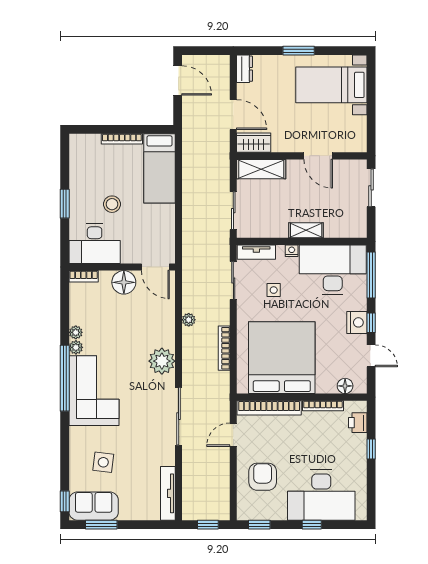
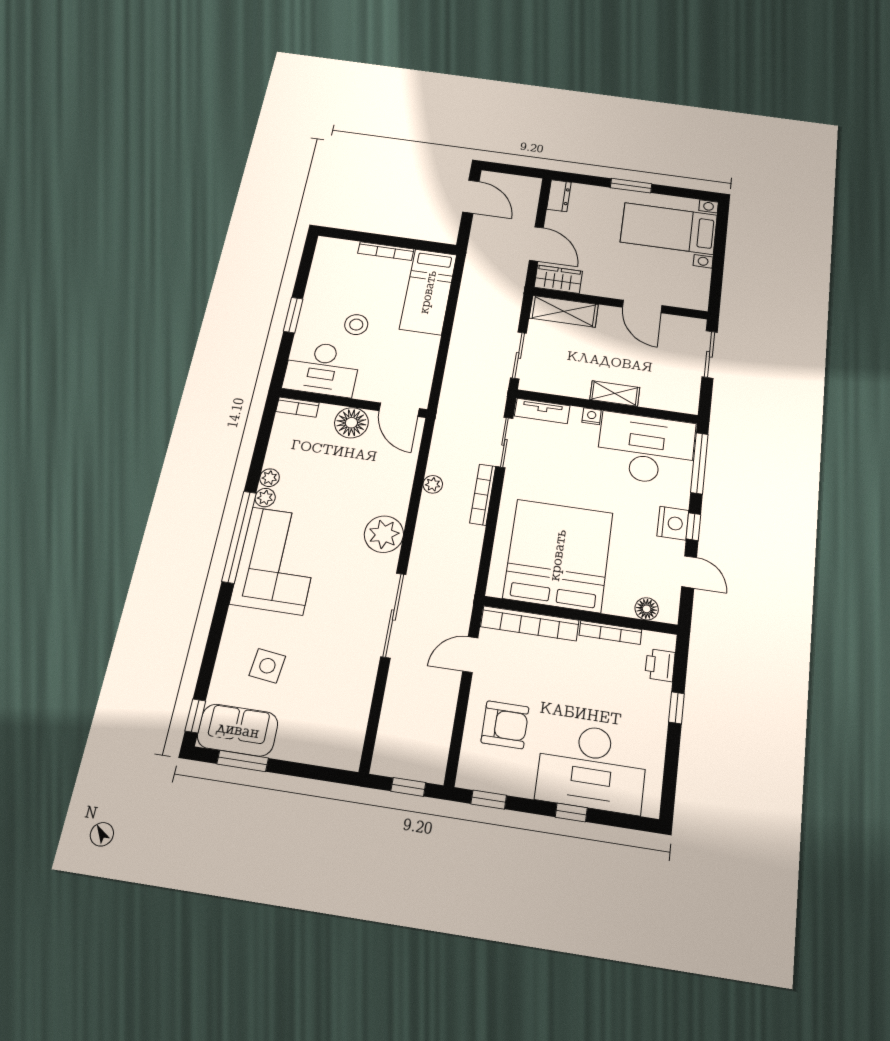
side table: (274, 290) -> (559, 463), removed
bookcase: (224, 348) -> (483, 495), moved
armchair: (263, 477) -> (505, 725), turned 90
tv unit: (168, 493) -> (355, 728), removed

